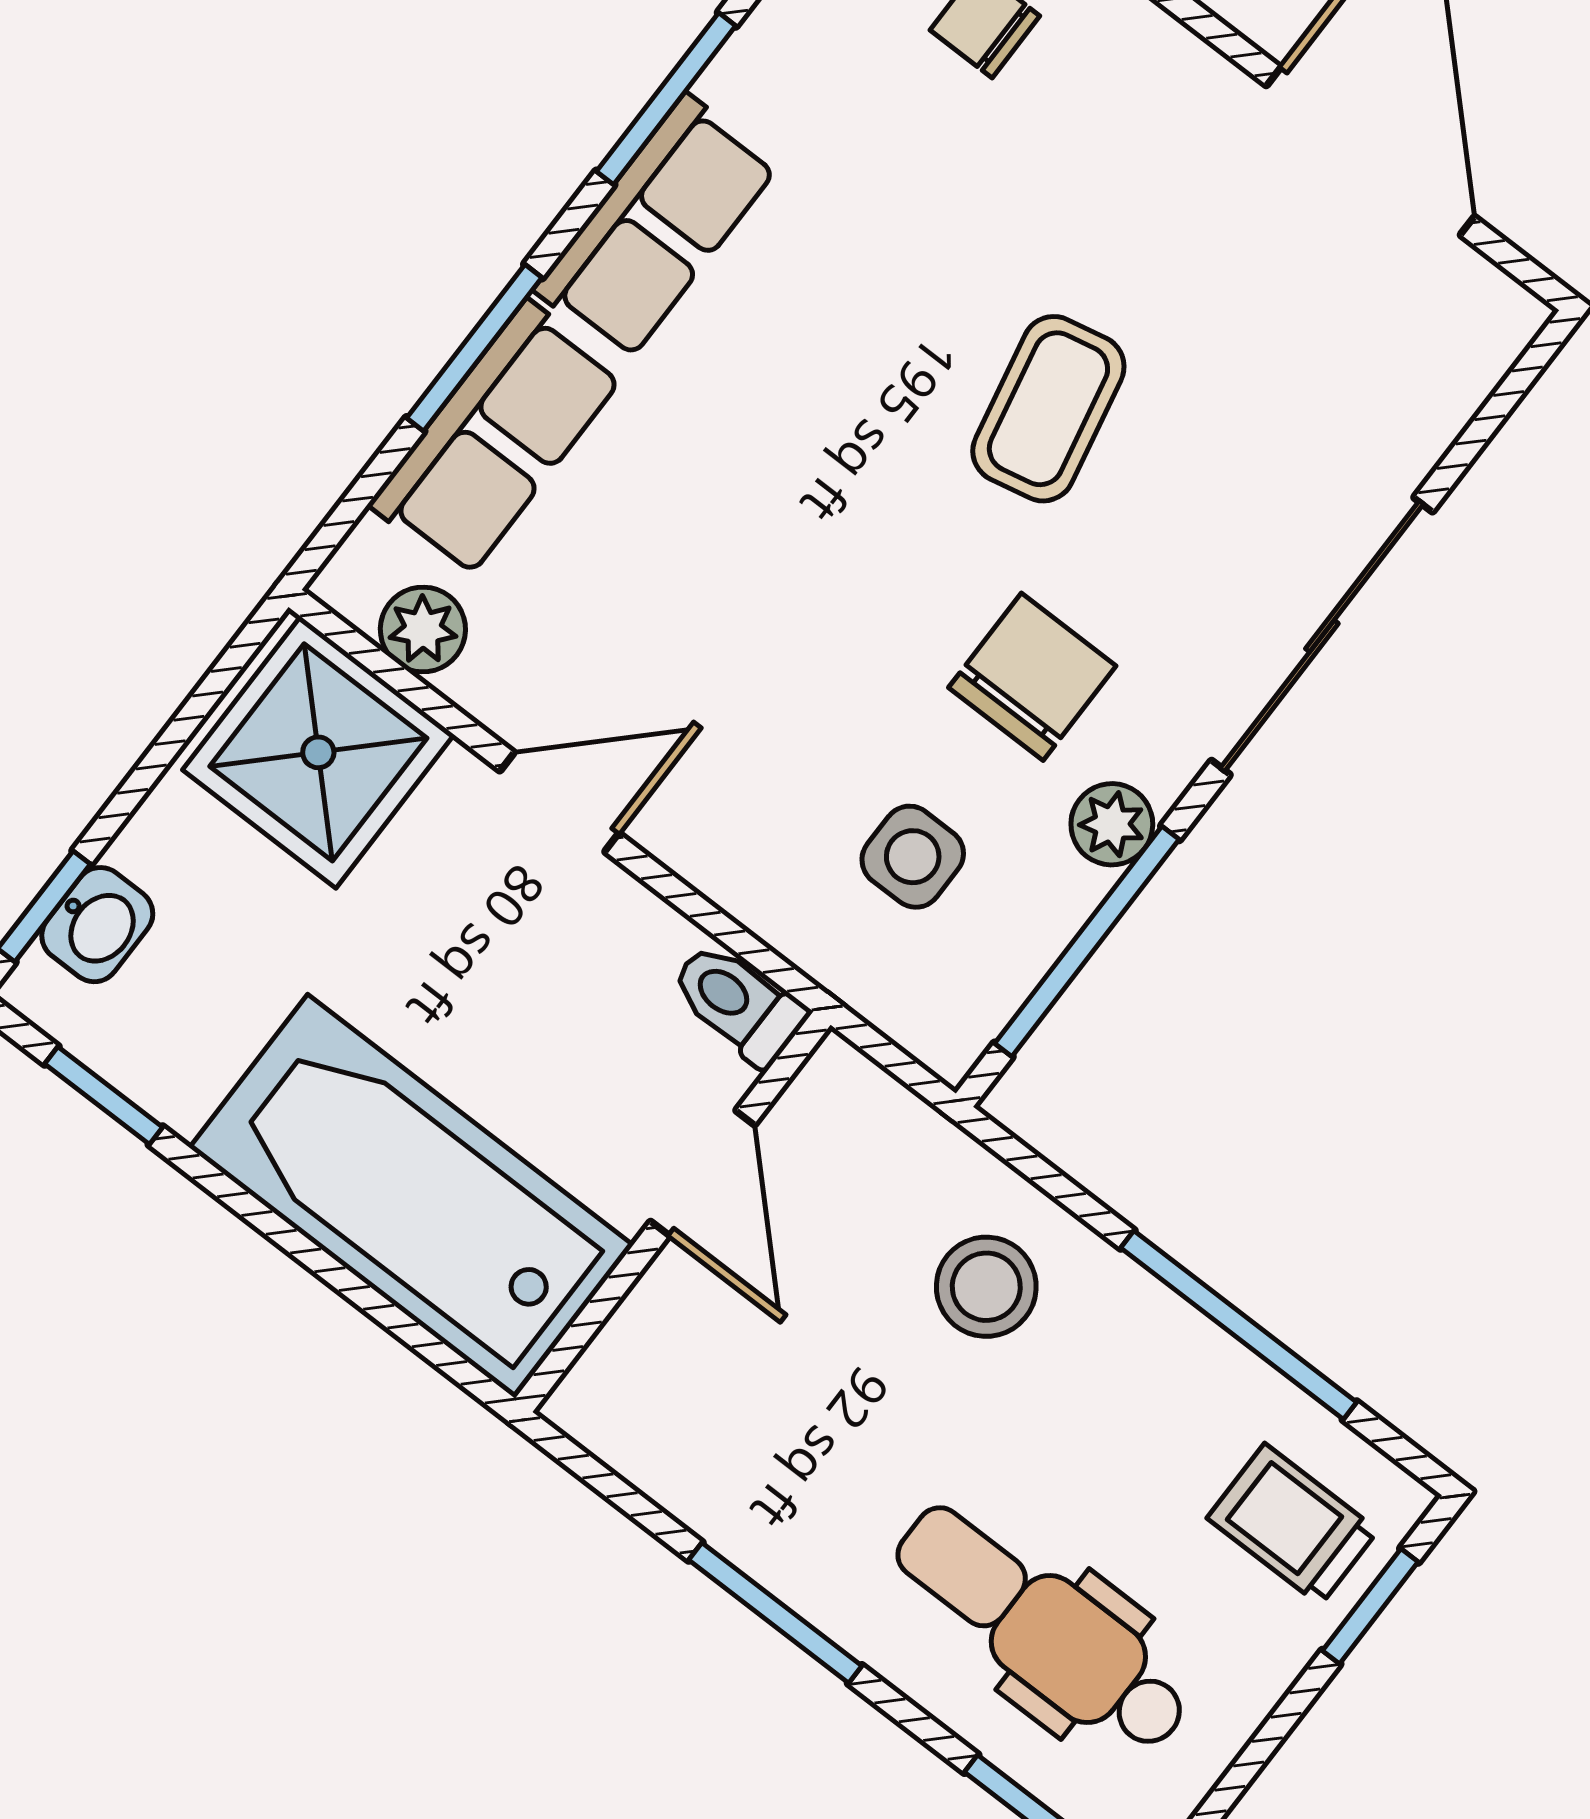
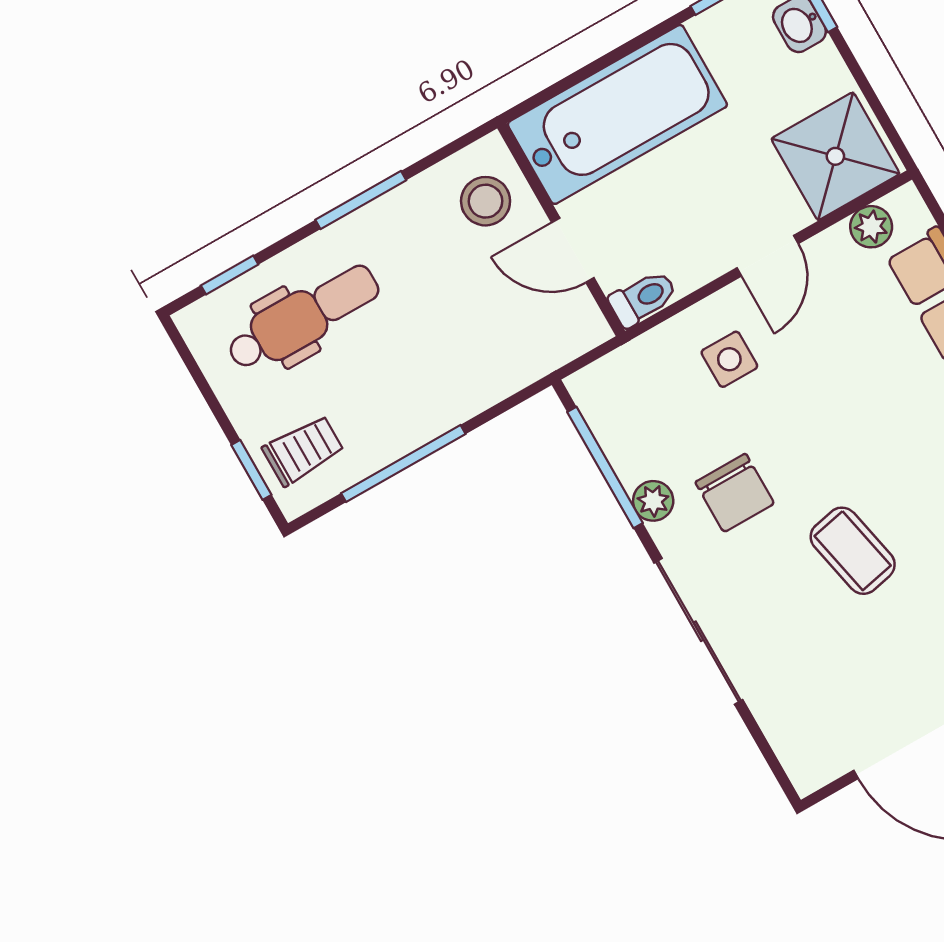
side table: (913, 857) -> (729, 359), moved
stool: (986, 1287) -> (486, 201), moved

